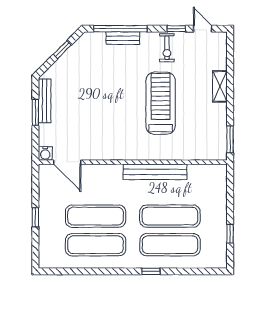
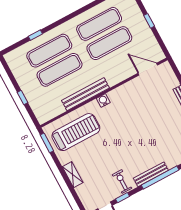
bench: (123, 38) -> (151, 174), width x1.36
treadmill: (161, 103) -> (76, 132), moved, turned -90
water cooler: (45, 153) -> (103, 100), moved
window: (230, 234) -> (23, 98), moved
window: (151, 271) -> (35, 35), moved

